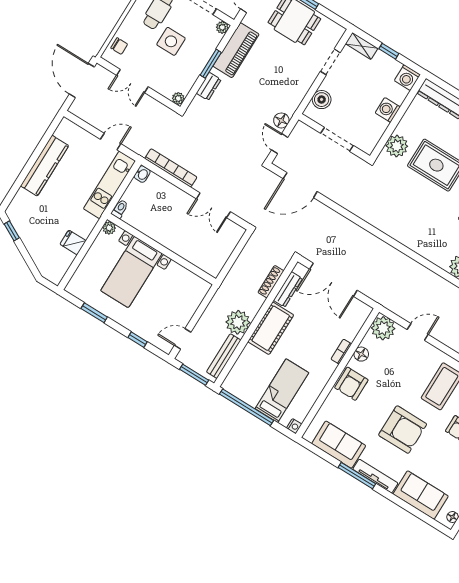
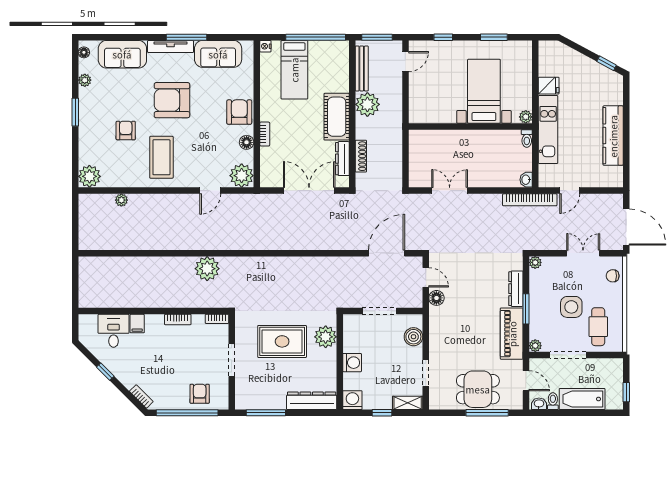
dresser: (209, 86) -> (516, 289), width x1.44
bookcase: (171, 168) -> (530, 200), moved
kitchen unit: (109, 185) -> (548, 129), moved

